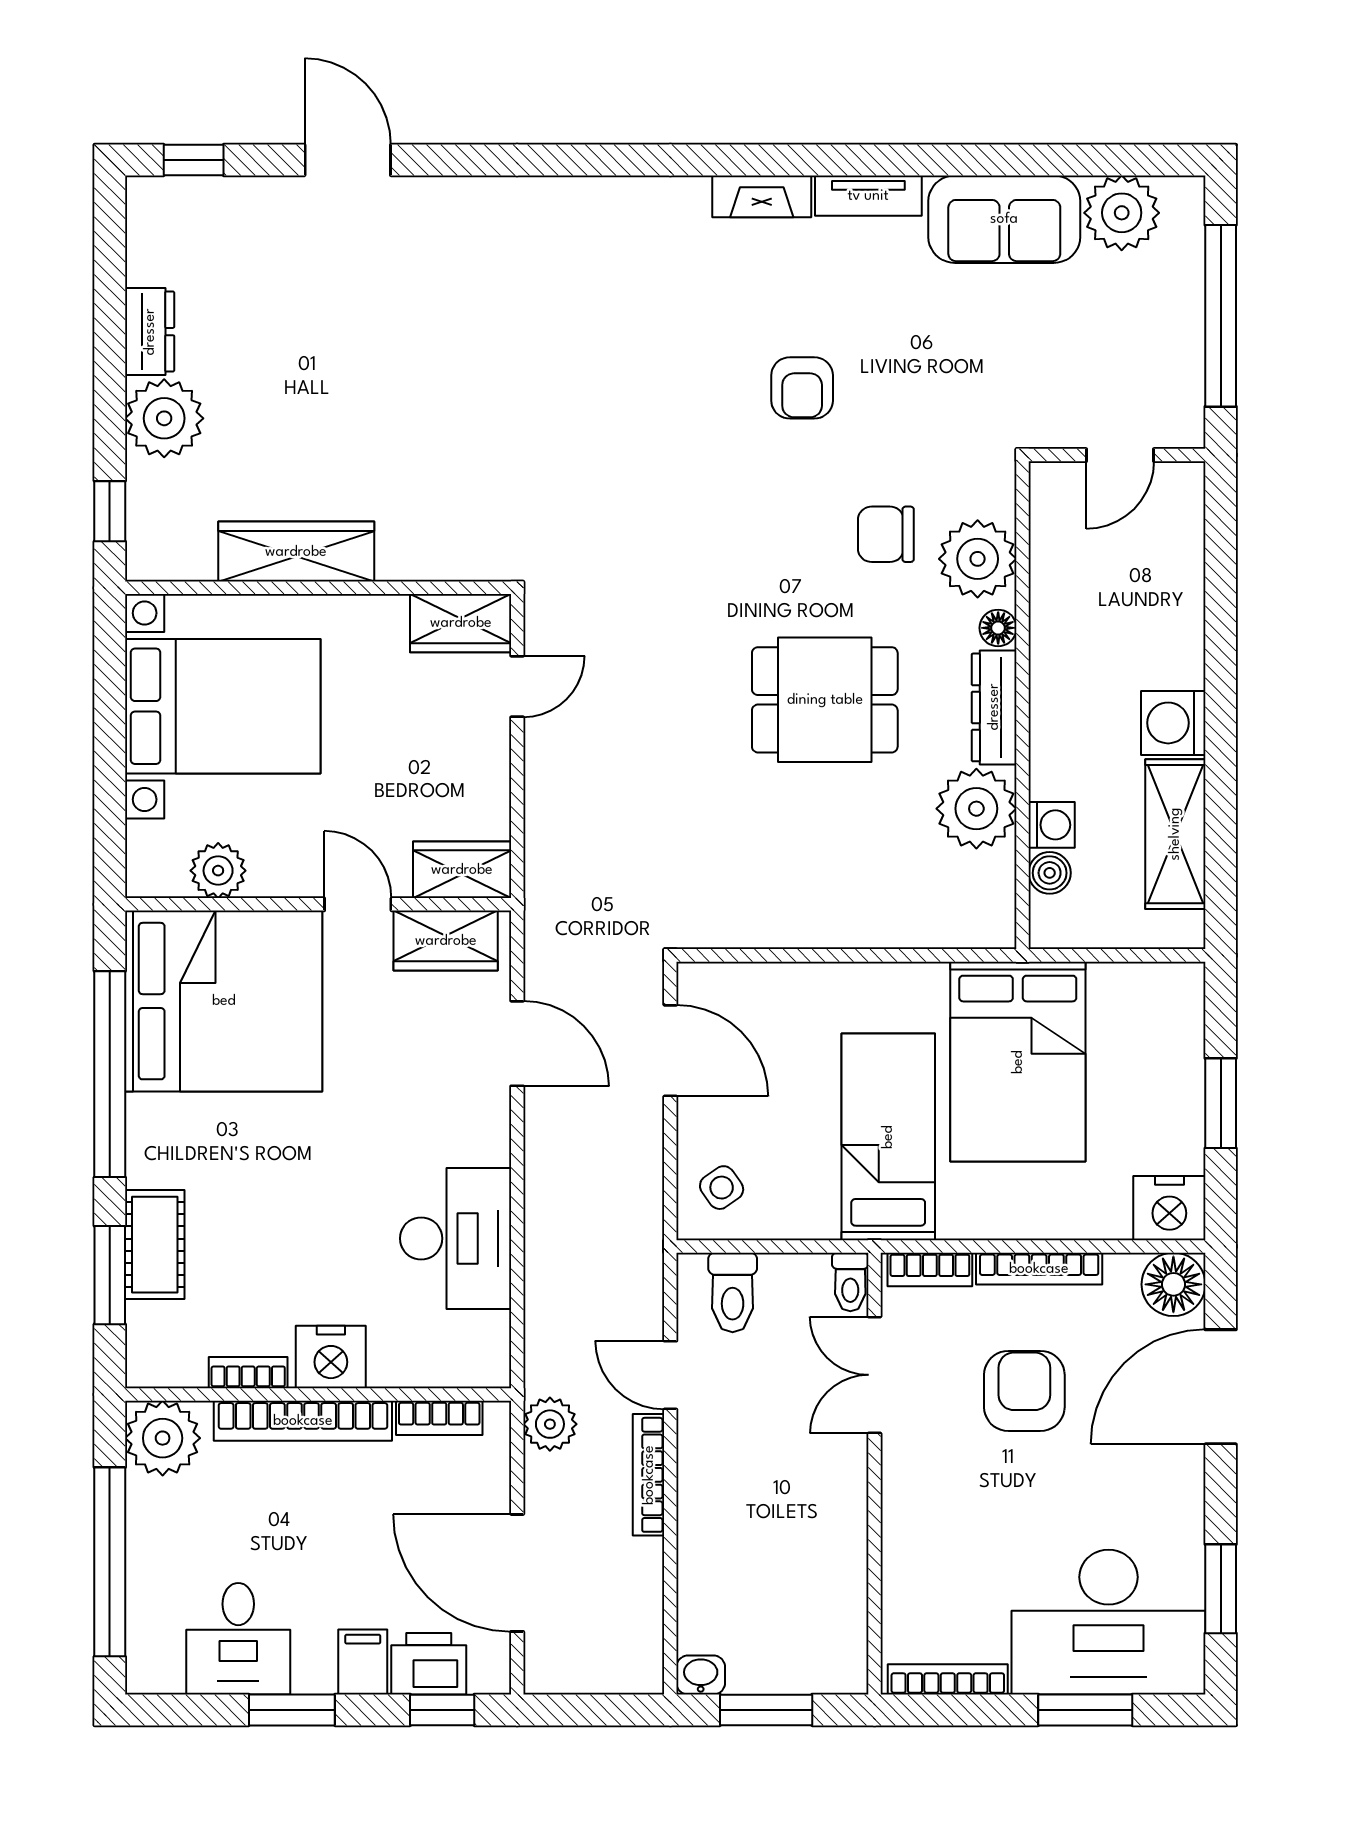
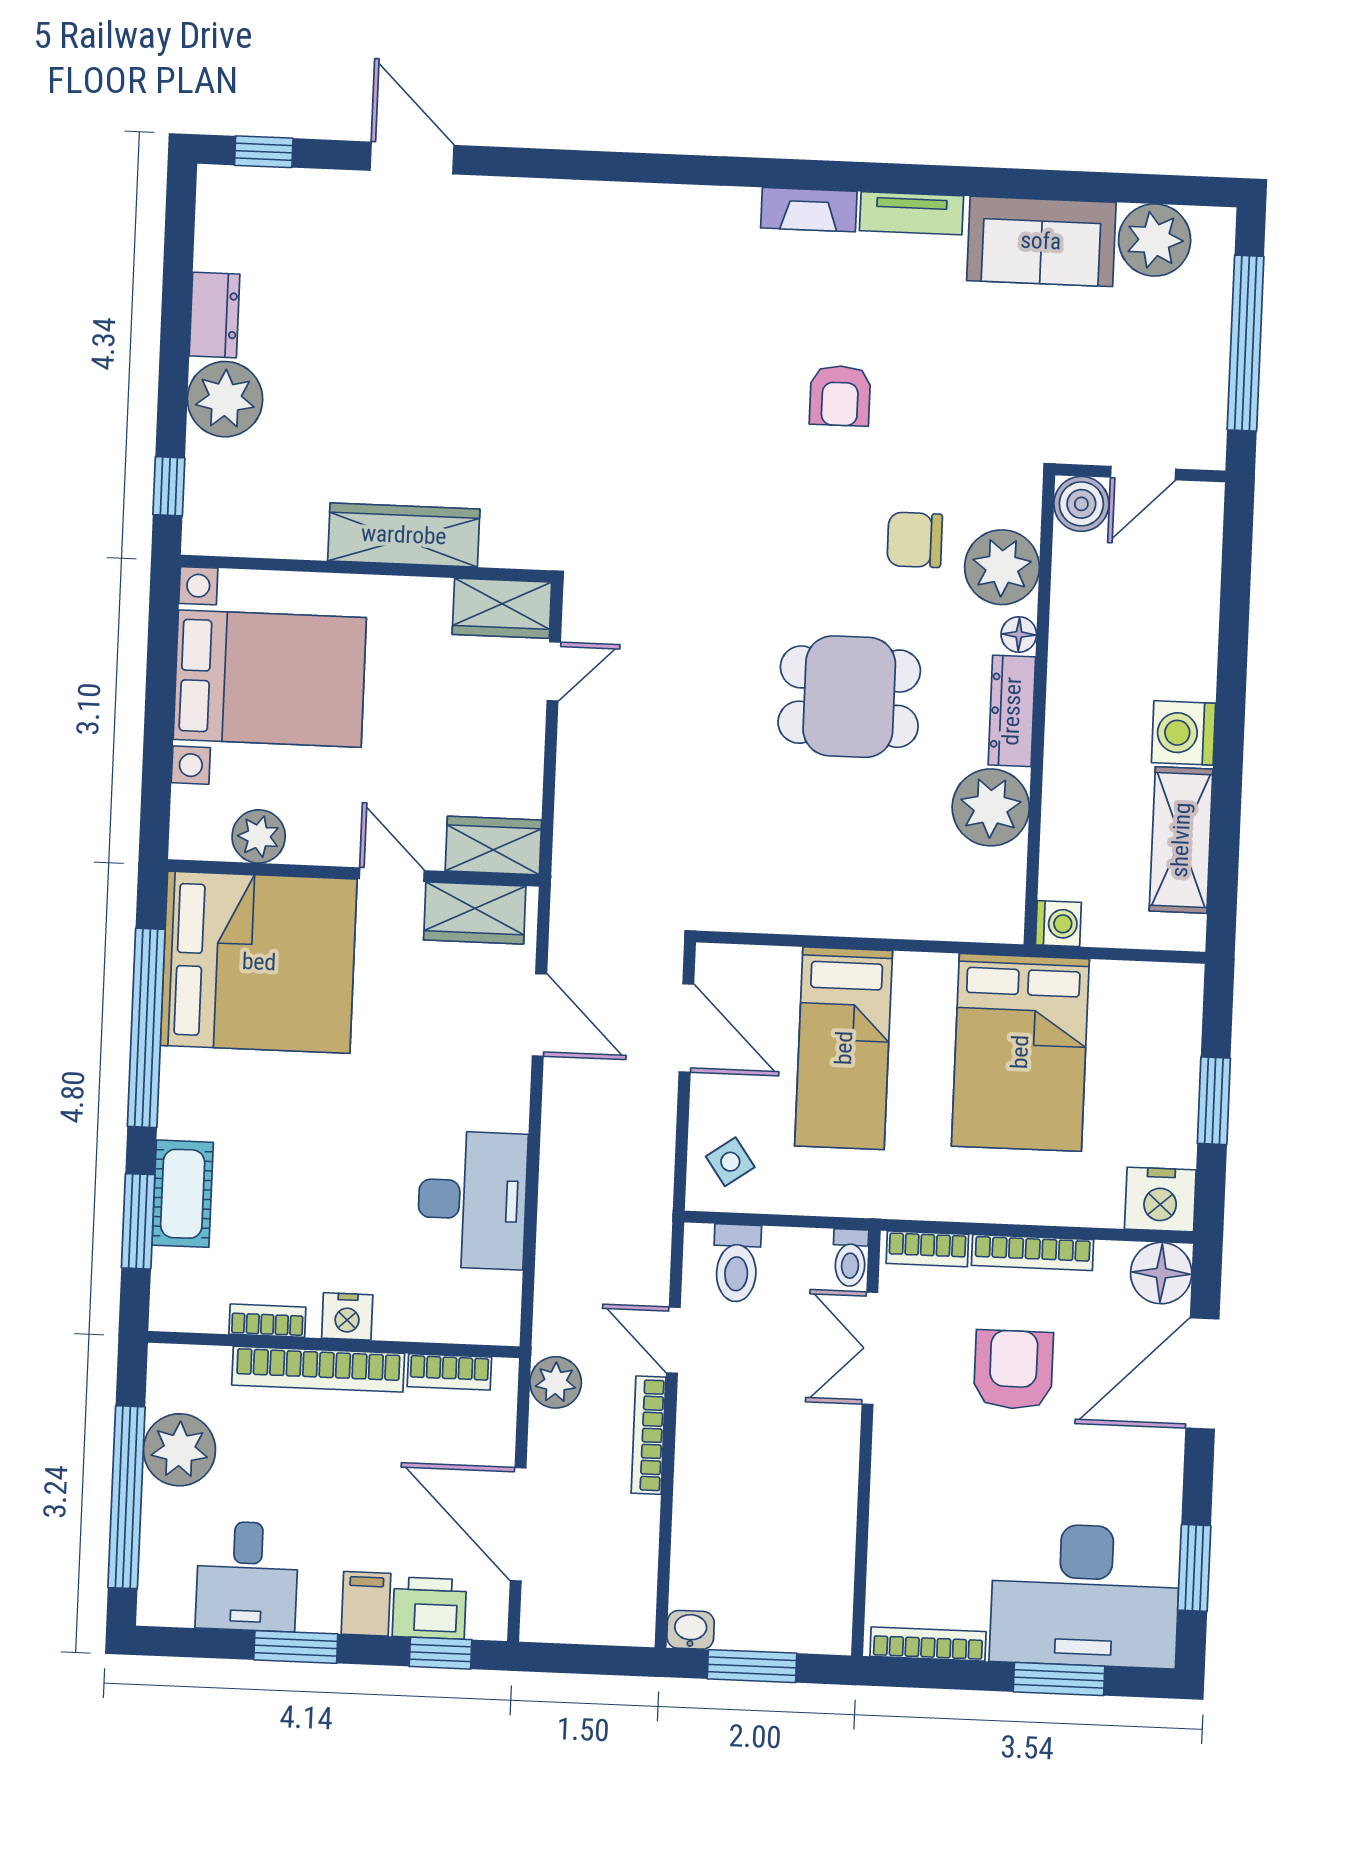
wardrobe: (296, 552) -> (404, 535), moved
washing machine: (1052, 825) -> (1058, 924), moved
boiler: (1050, 873) -> (1081, 504), moved, width x1.36, depth x1.36
bed: (888, 1137) -> (844, 1048), moved, turned 180
nightstand: (331, 1357) -> (347, 1316), width x0.74, depth x0.75
plant: (163, 1438) -> (179, 1450), moved

